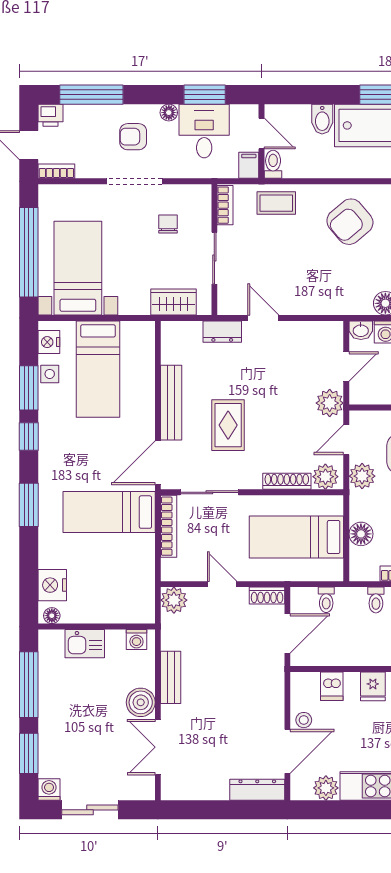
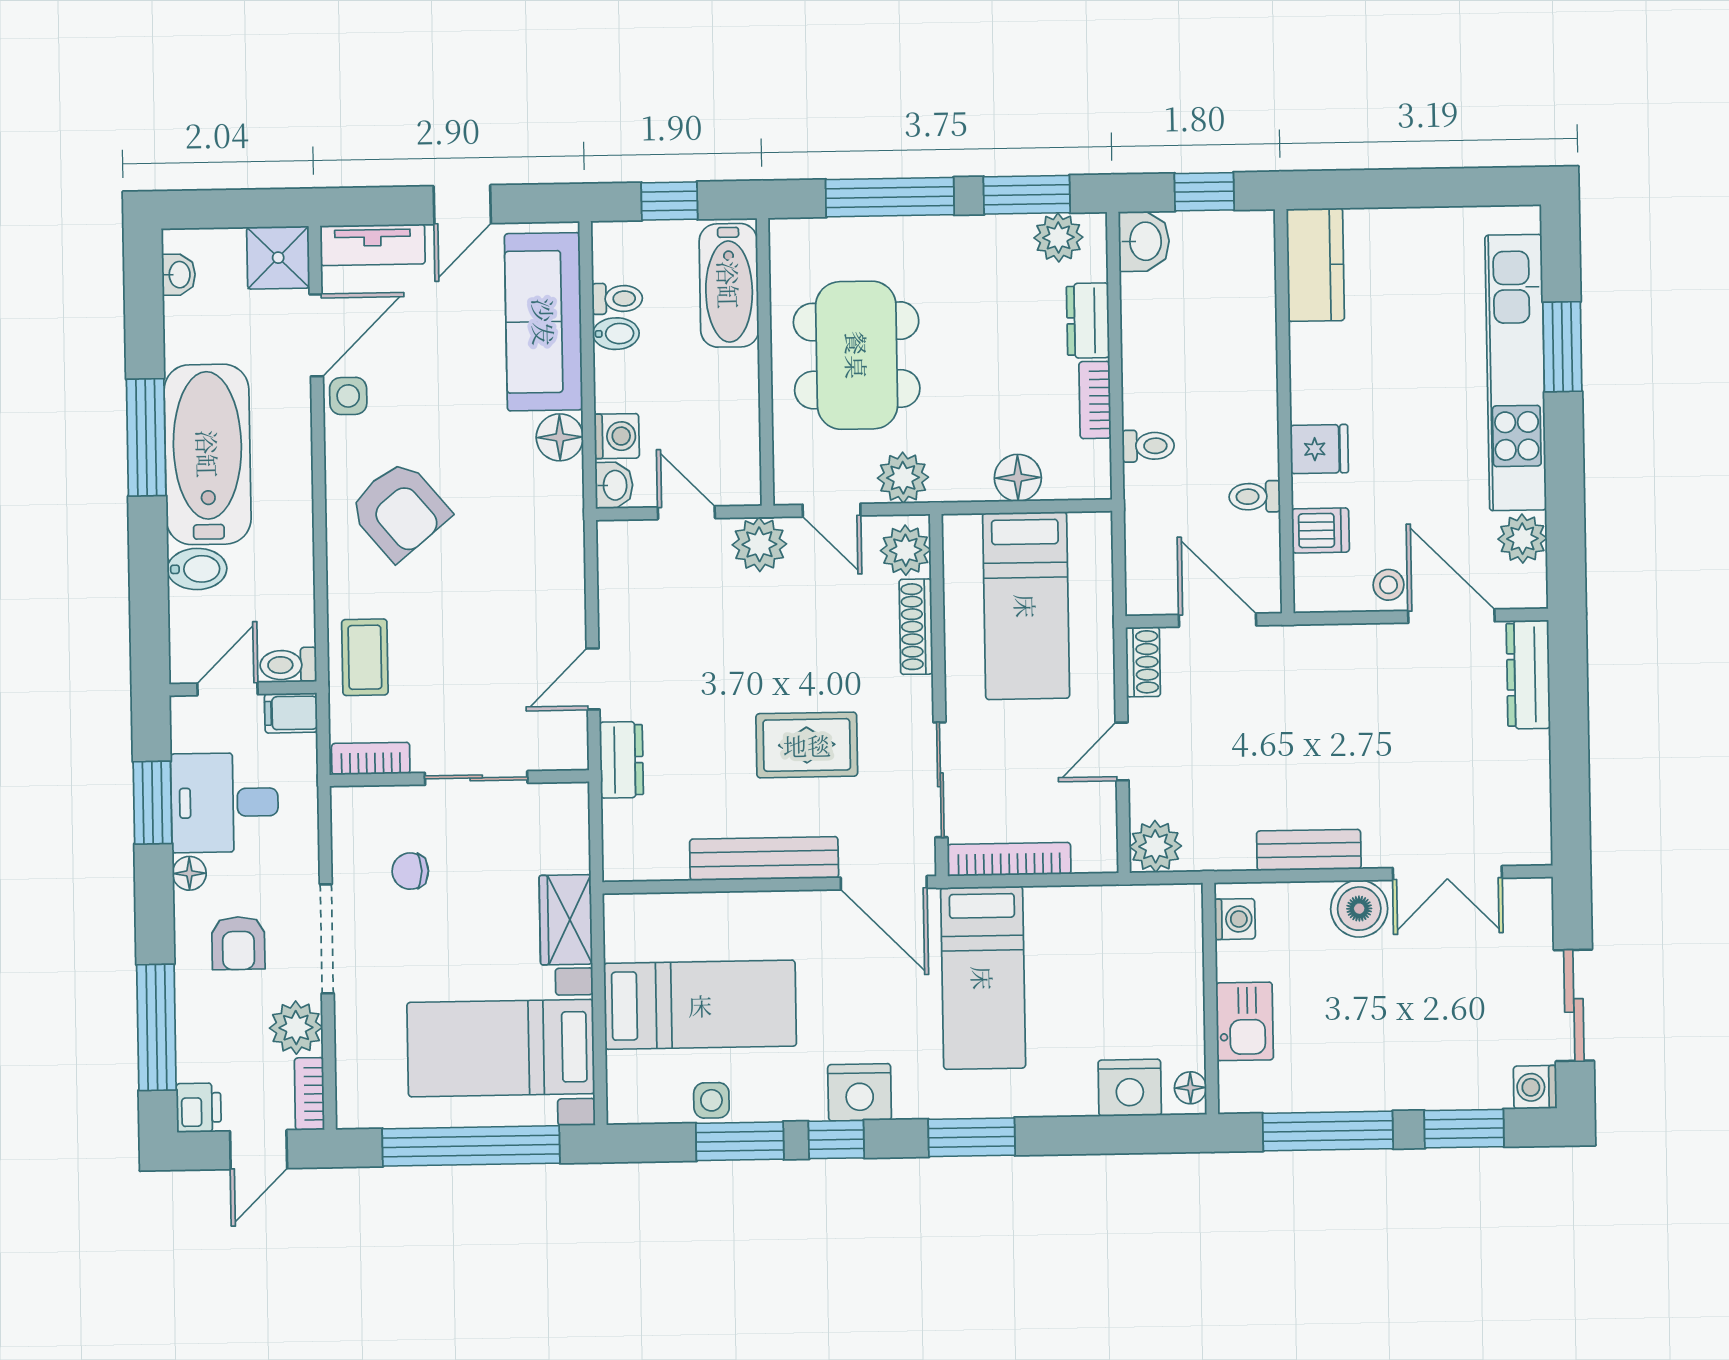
plant: (90, 165) -> (296, 1028), added
wardrobe: (173, 302) -> (566, 920), moved
nightstand: (49, 342) -> (860, 1092), moved, width x1.36, depth x1.33
toilet: (326, 600) -> (1255, 497), moved, turned 180

